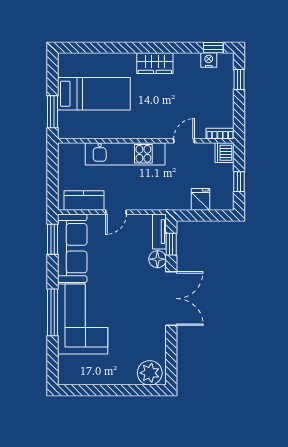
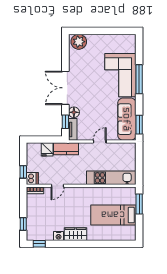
nightstand: (209, 60) -> (59, 236), moved
kitchen unit: (125, 154) -> (111, 178), moved
window: (239, 182) -> (23, 172), moved
kitchen counter: (84, 201) -> (66, 149), moved

